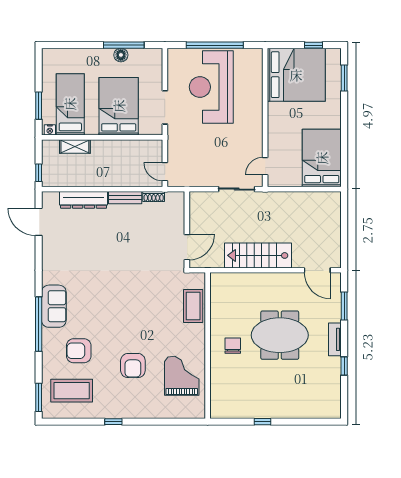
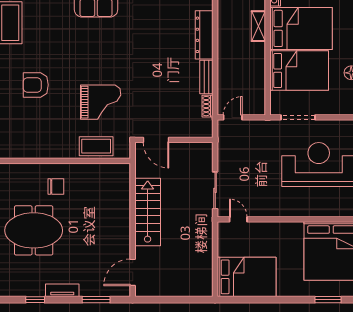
bed: (70, 104) -> (301, 28), width x1.50
meeting table: (280, 335) -> (34, 230), moved, turned 90
armchair: (79, 351) -> (51, 30), removed
grand piano: (182, 376) -> (101, 102), moved

